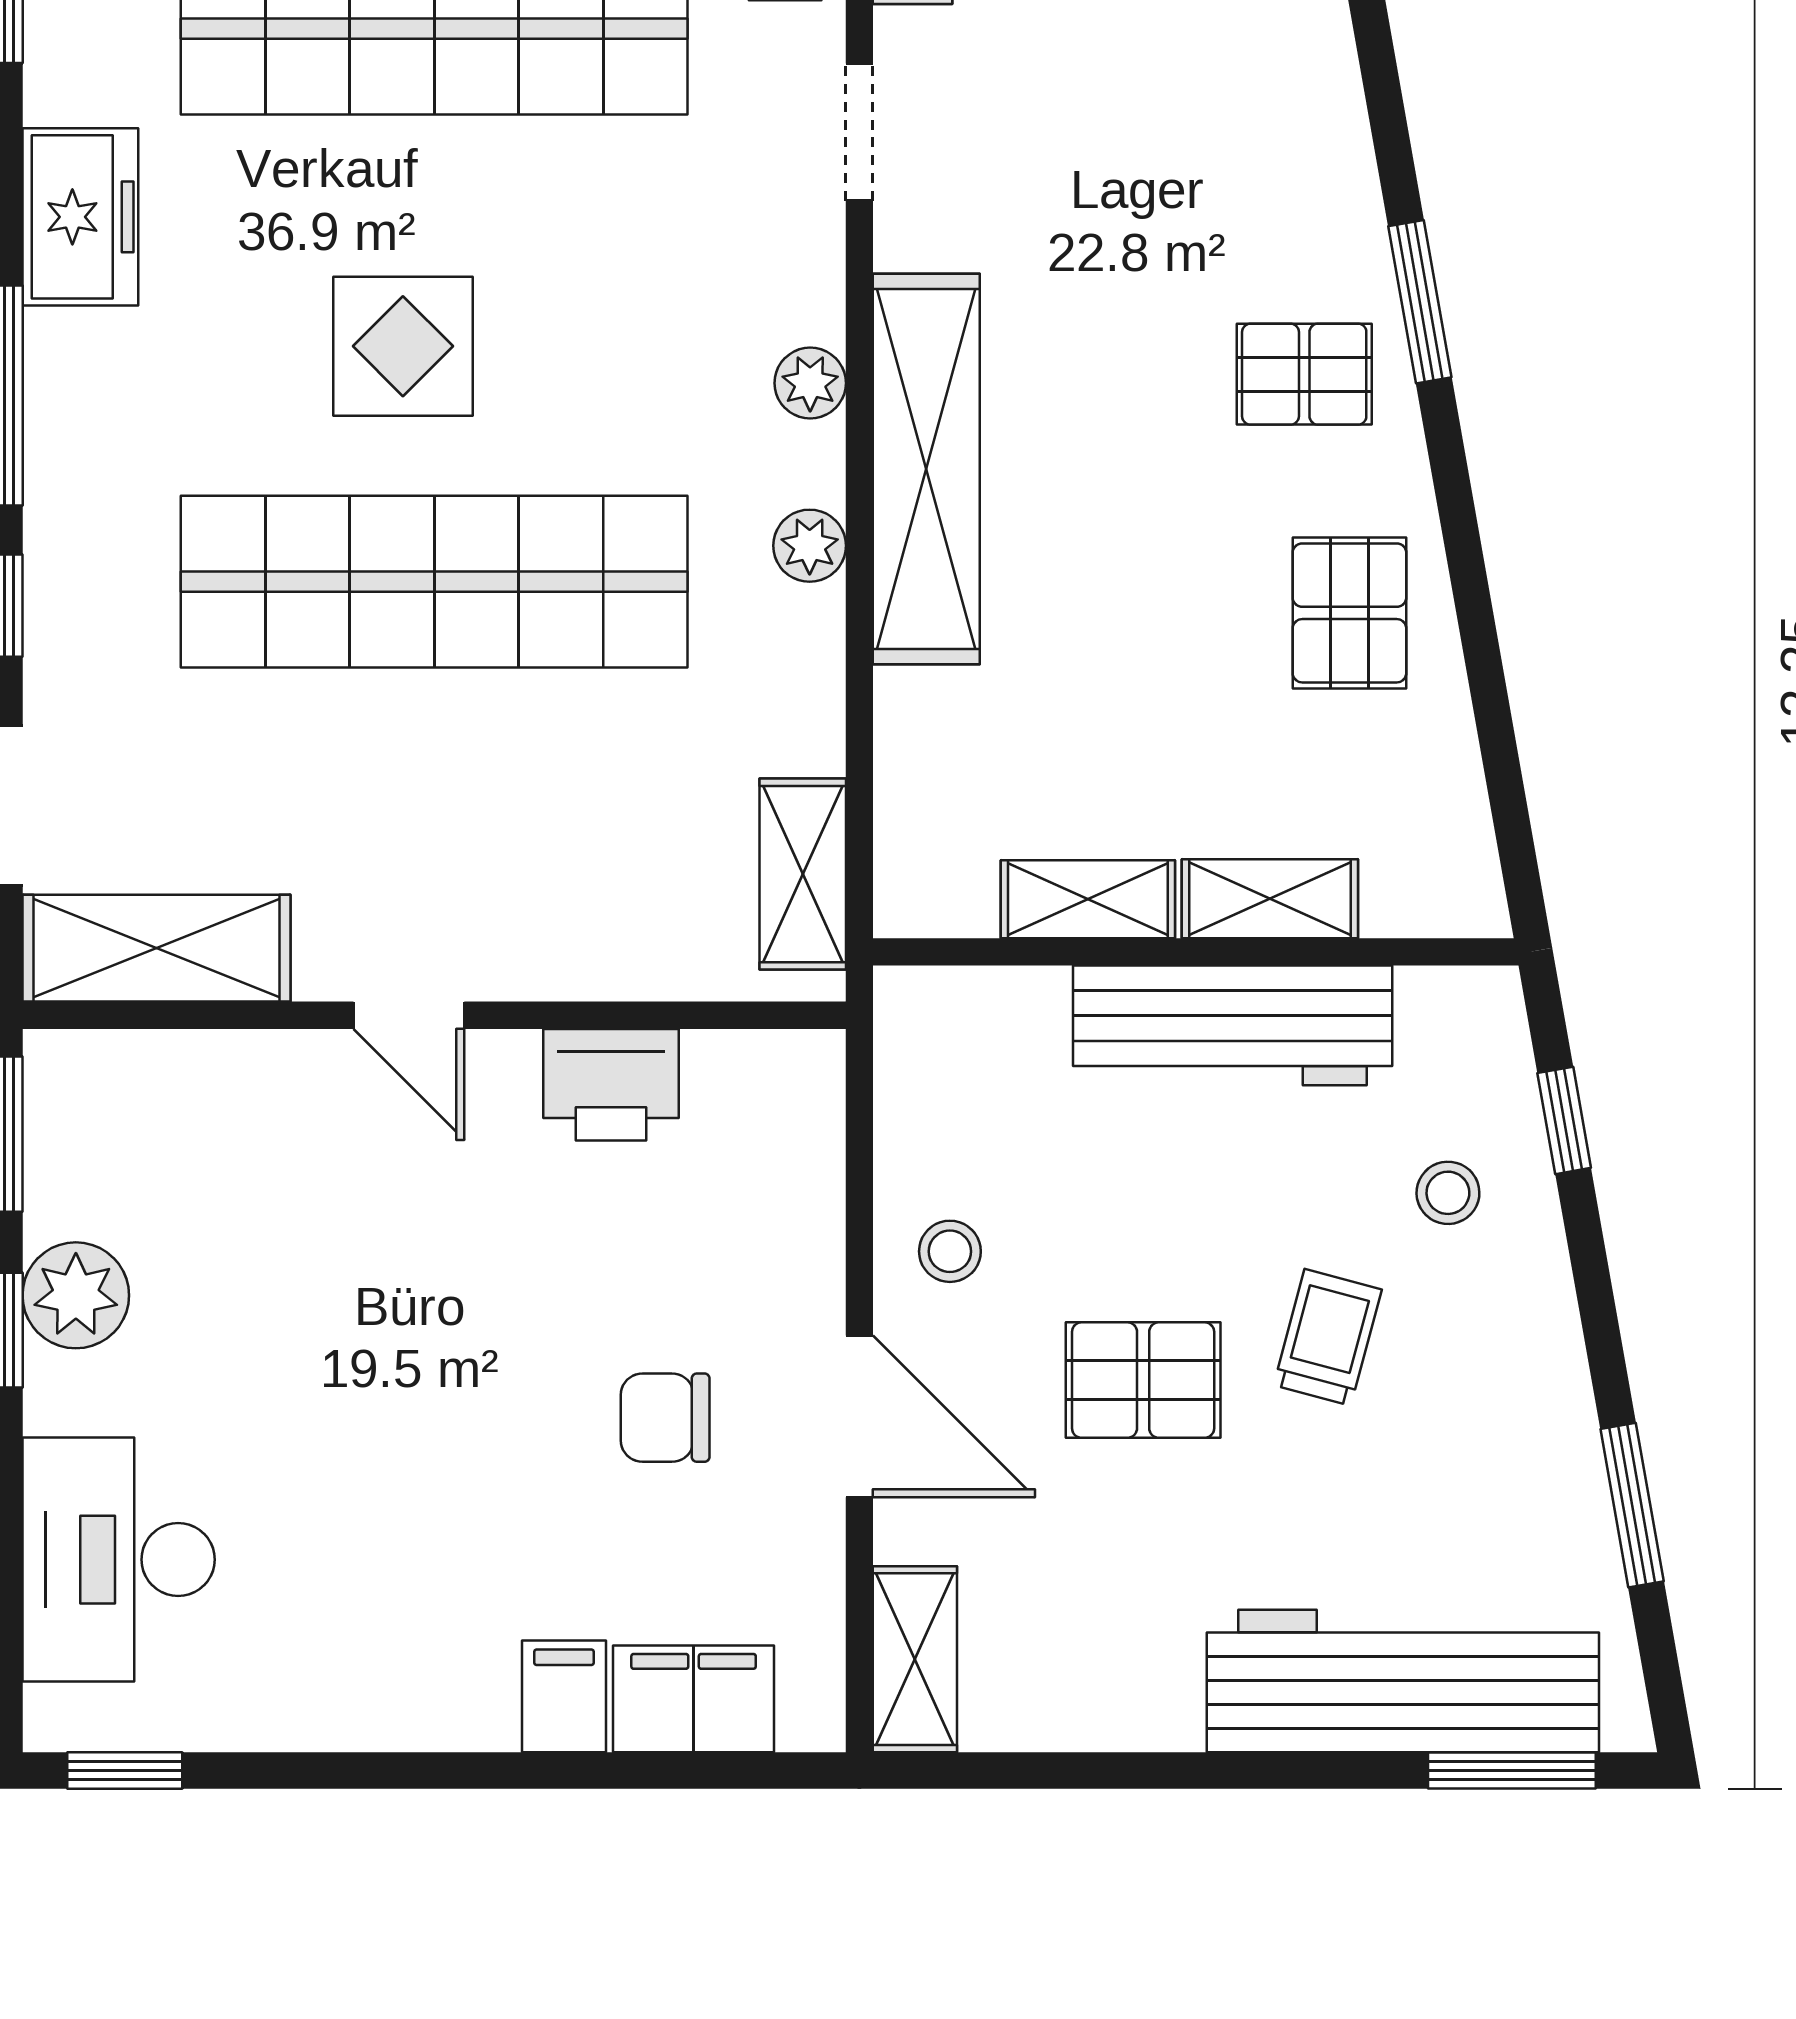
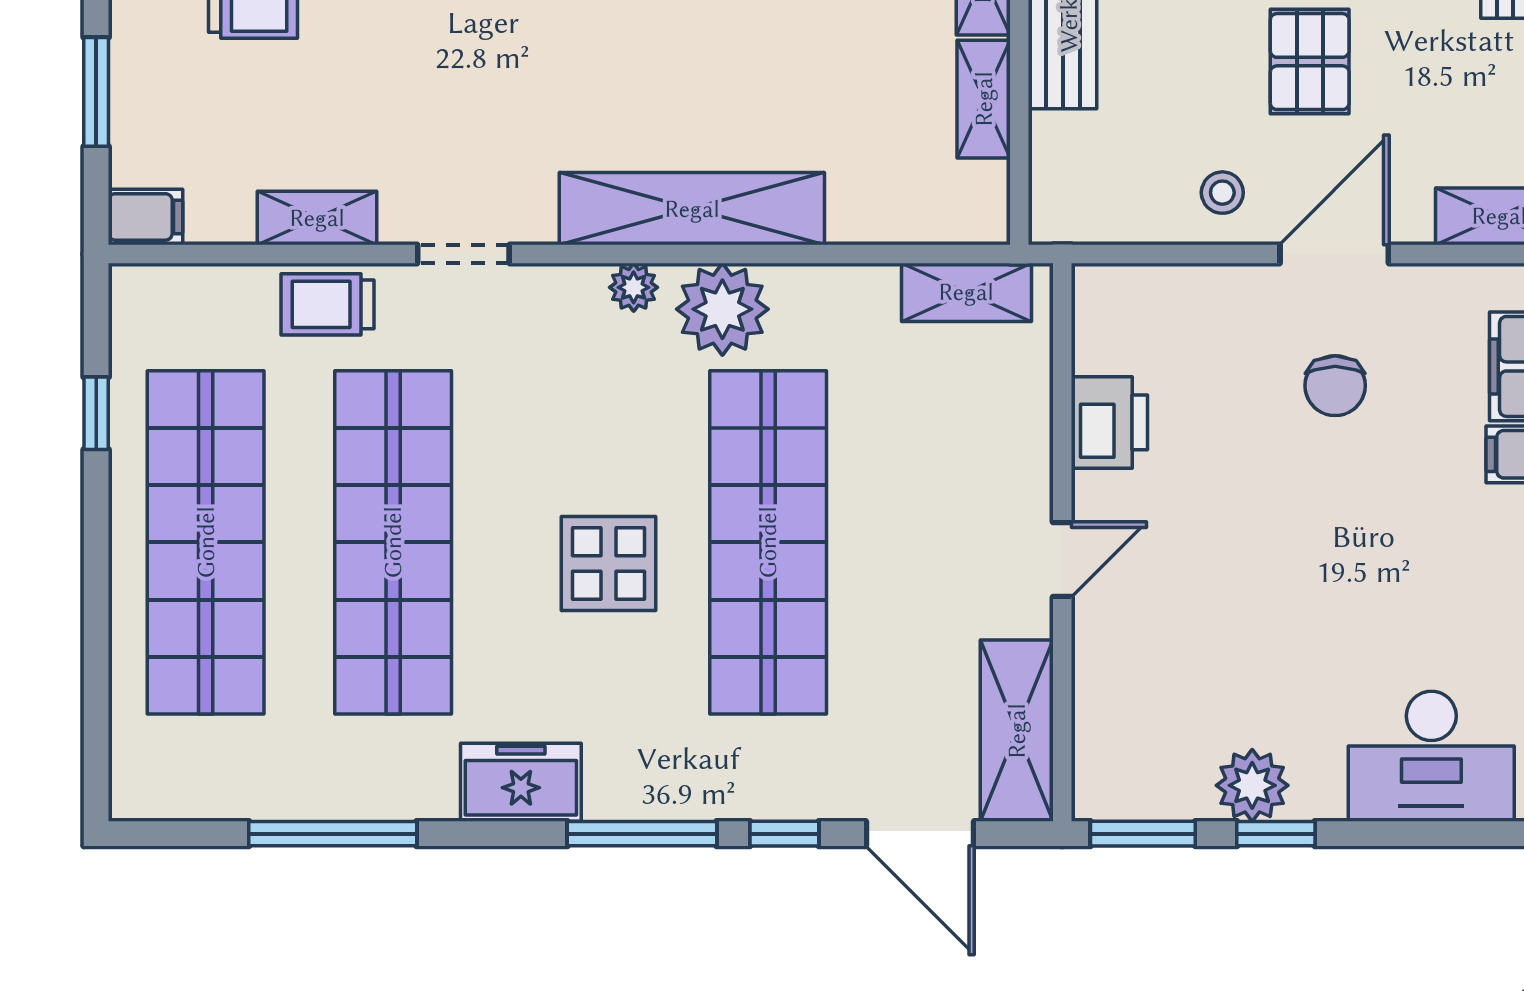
plant: (810, 546) -> (722, 309), width x1.87, depth x1.87

